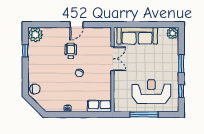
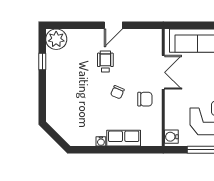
chair: (35, 89) -> (145, 99), moved
water cooler: (118, 105) -> (171, 137), added
row of seats: (99, 106) -> (124, 138), moved

